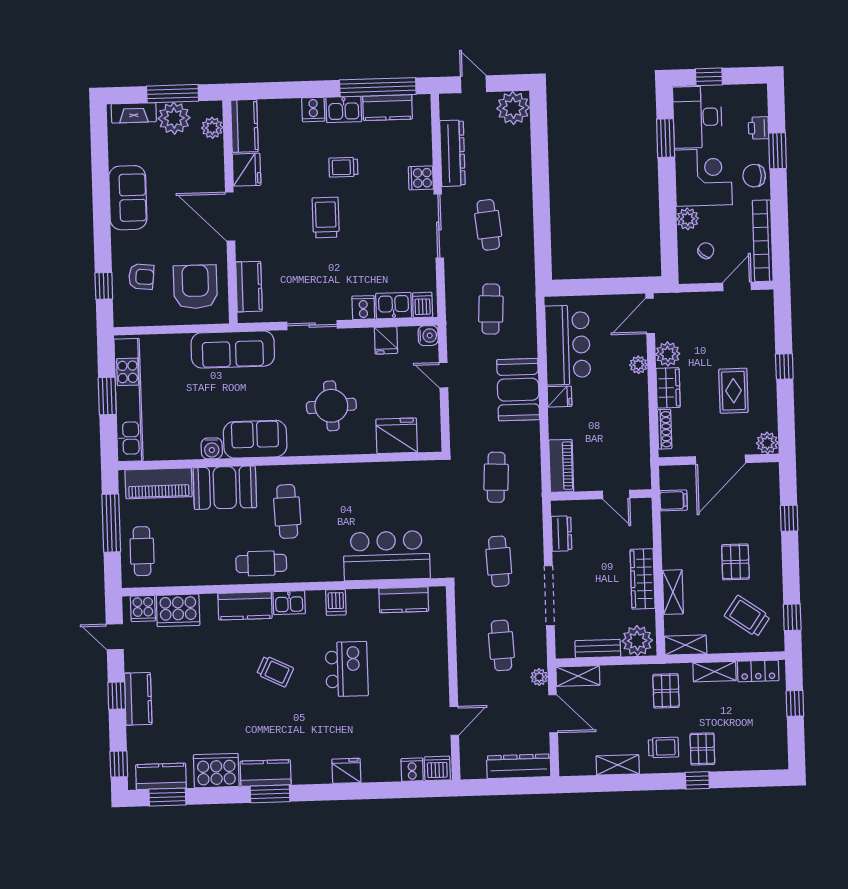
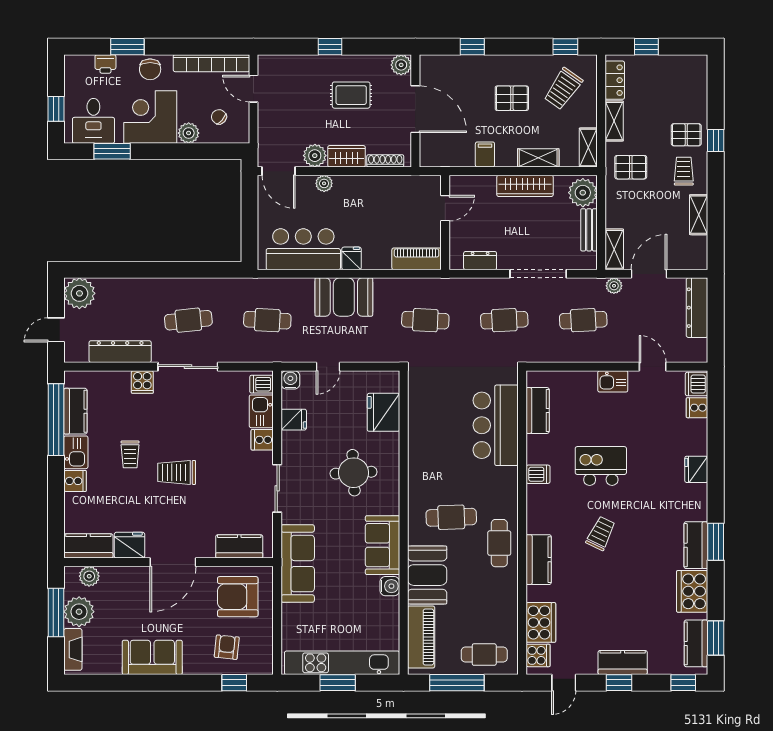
desk: (697, 117) -> (93, 121), width x0.73
filing cabinet: (674, 500) -> (485, 154), moved
kitchen sink: (289, 603) -> (613, 381), moved, turned 90

